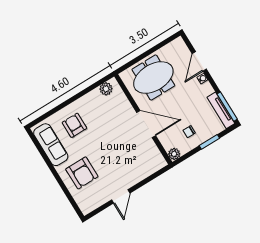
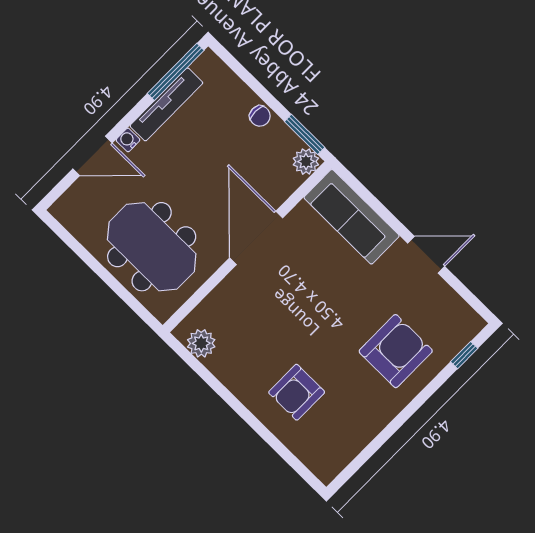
tv unit: (221, 110) -> (166, 104), moved
chair: (189, 132) -> (260, 116), moved
window: (209, 142) -> (305, 134), moved
sofa: (51, 145) -> (352, 217), moved, turned -90
window: (73, 202) -> (464, 355), added

